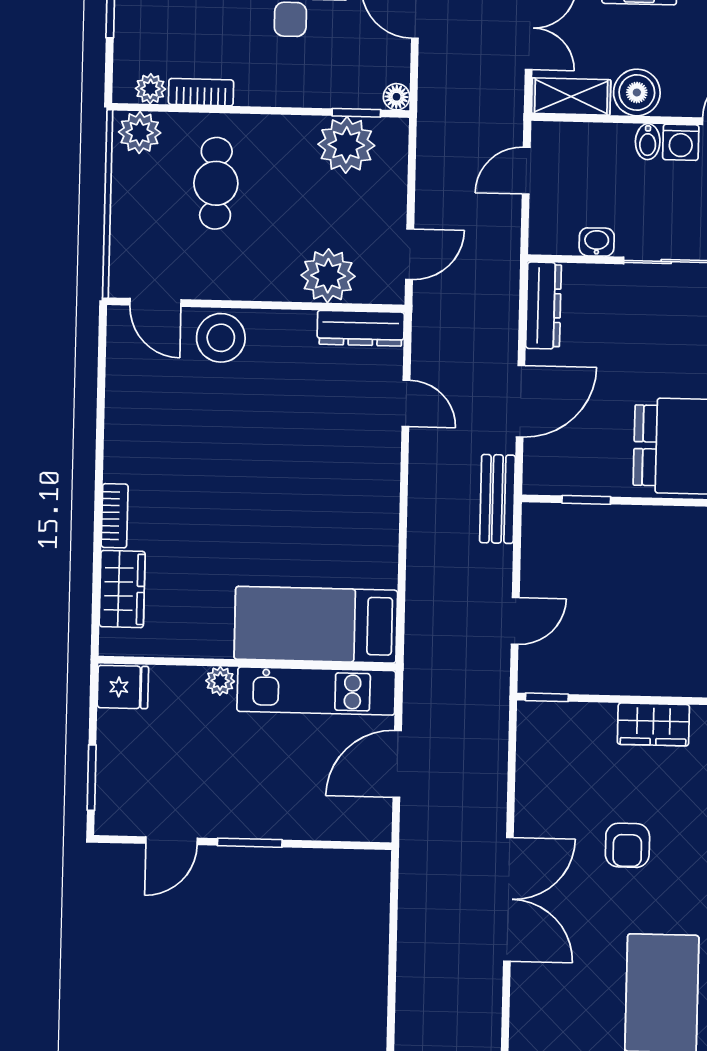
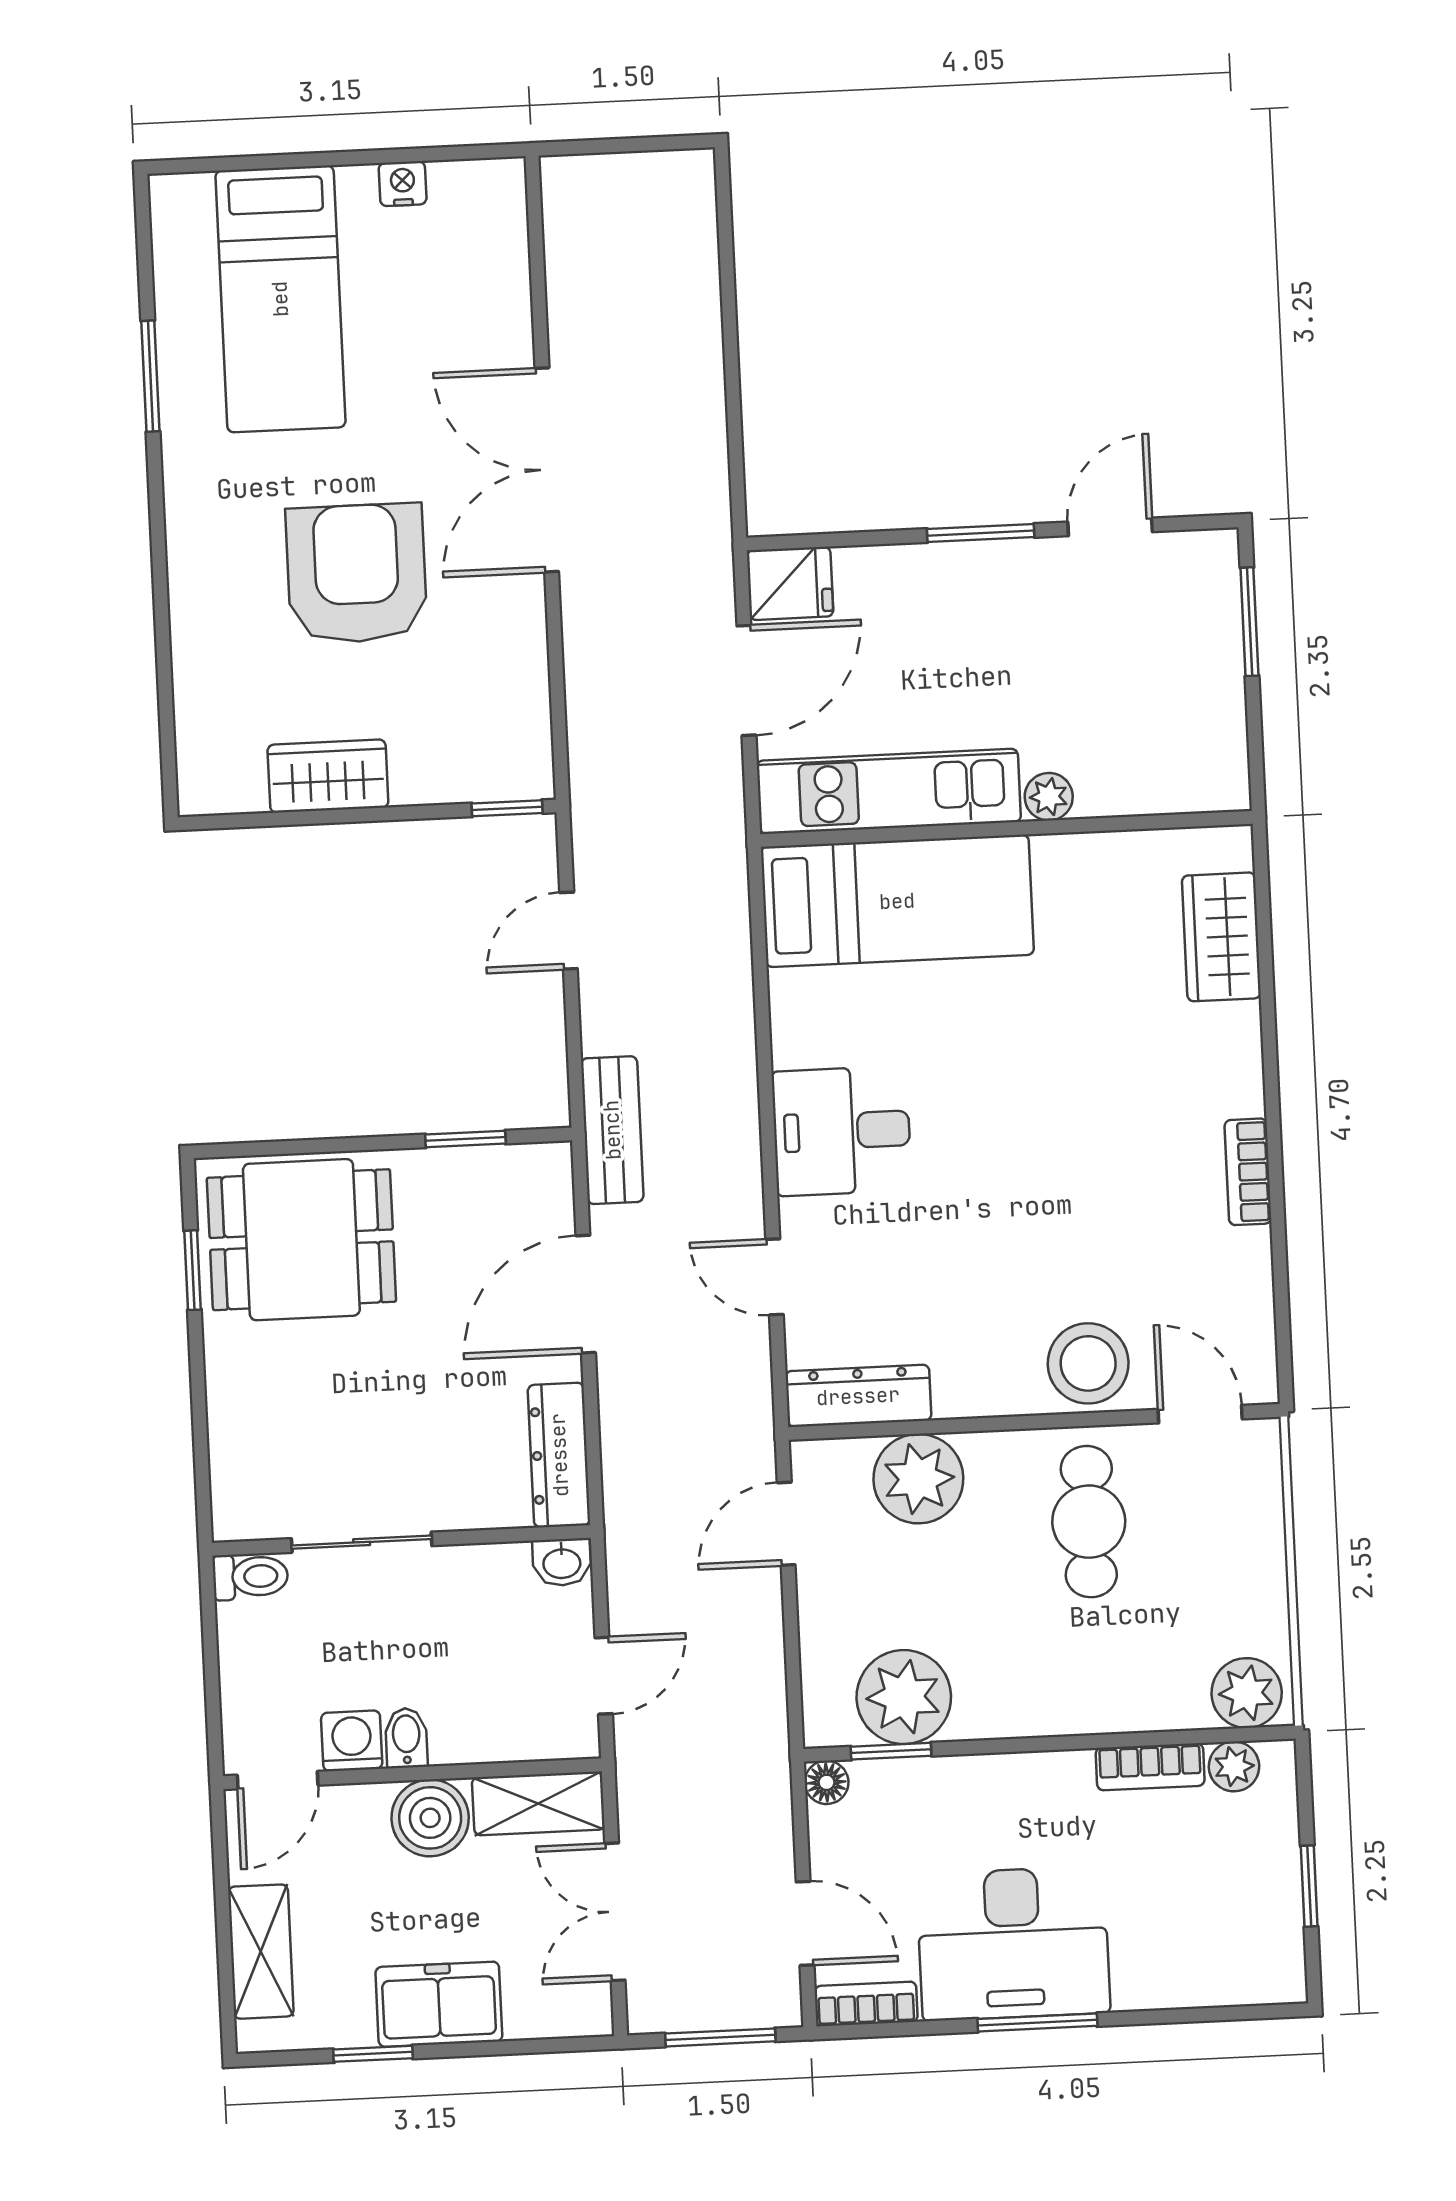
cafe table: (216, 183) -> (1089, 1522), moved
washbasin: (597, 242) -> (562, 1562), moved
desk: (359, 489) -> (842, 1131), added
bookcase: (115, 516) -> (1248, 1172), moved
fridge: (123, 687) -> (790, 583), moved, turned 180
armchair: (627, 845) -> (357, 573), width x1.88, depth x1.88

